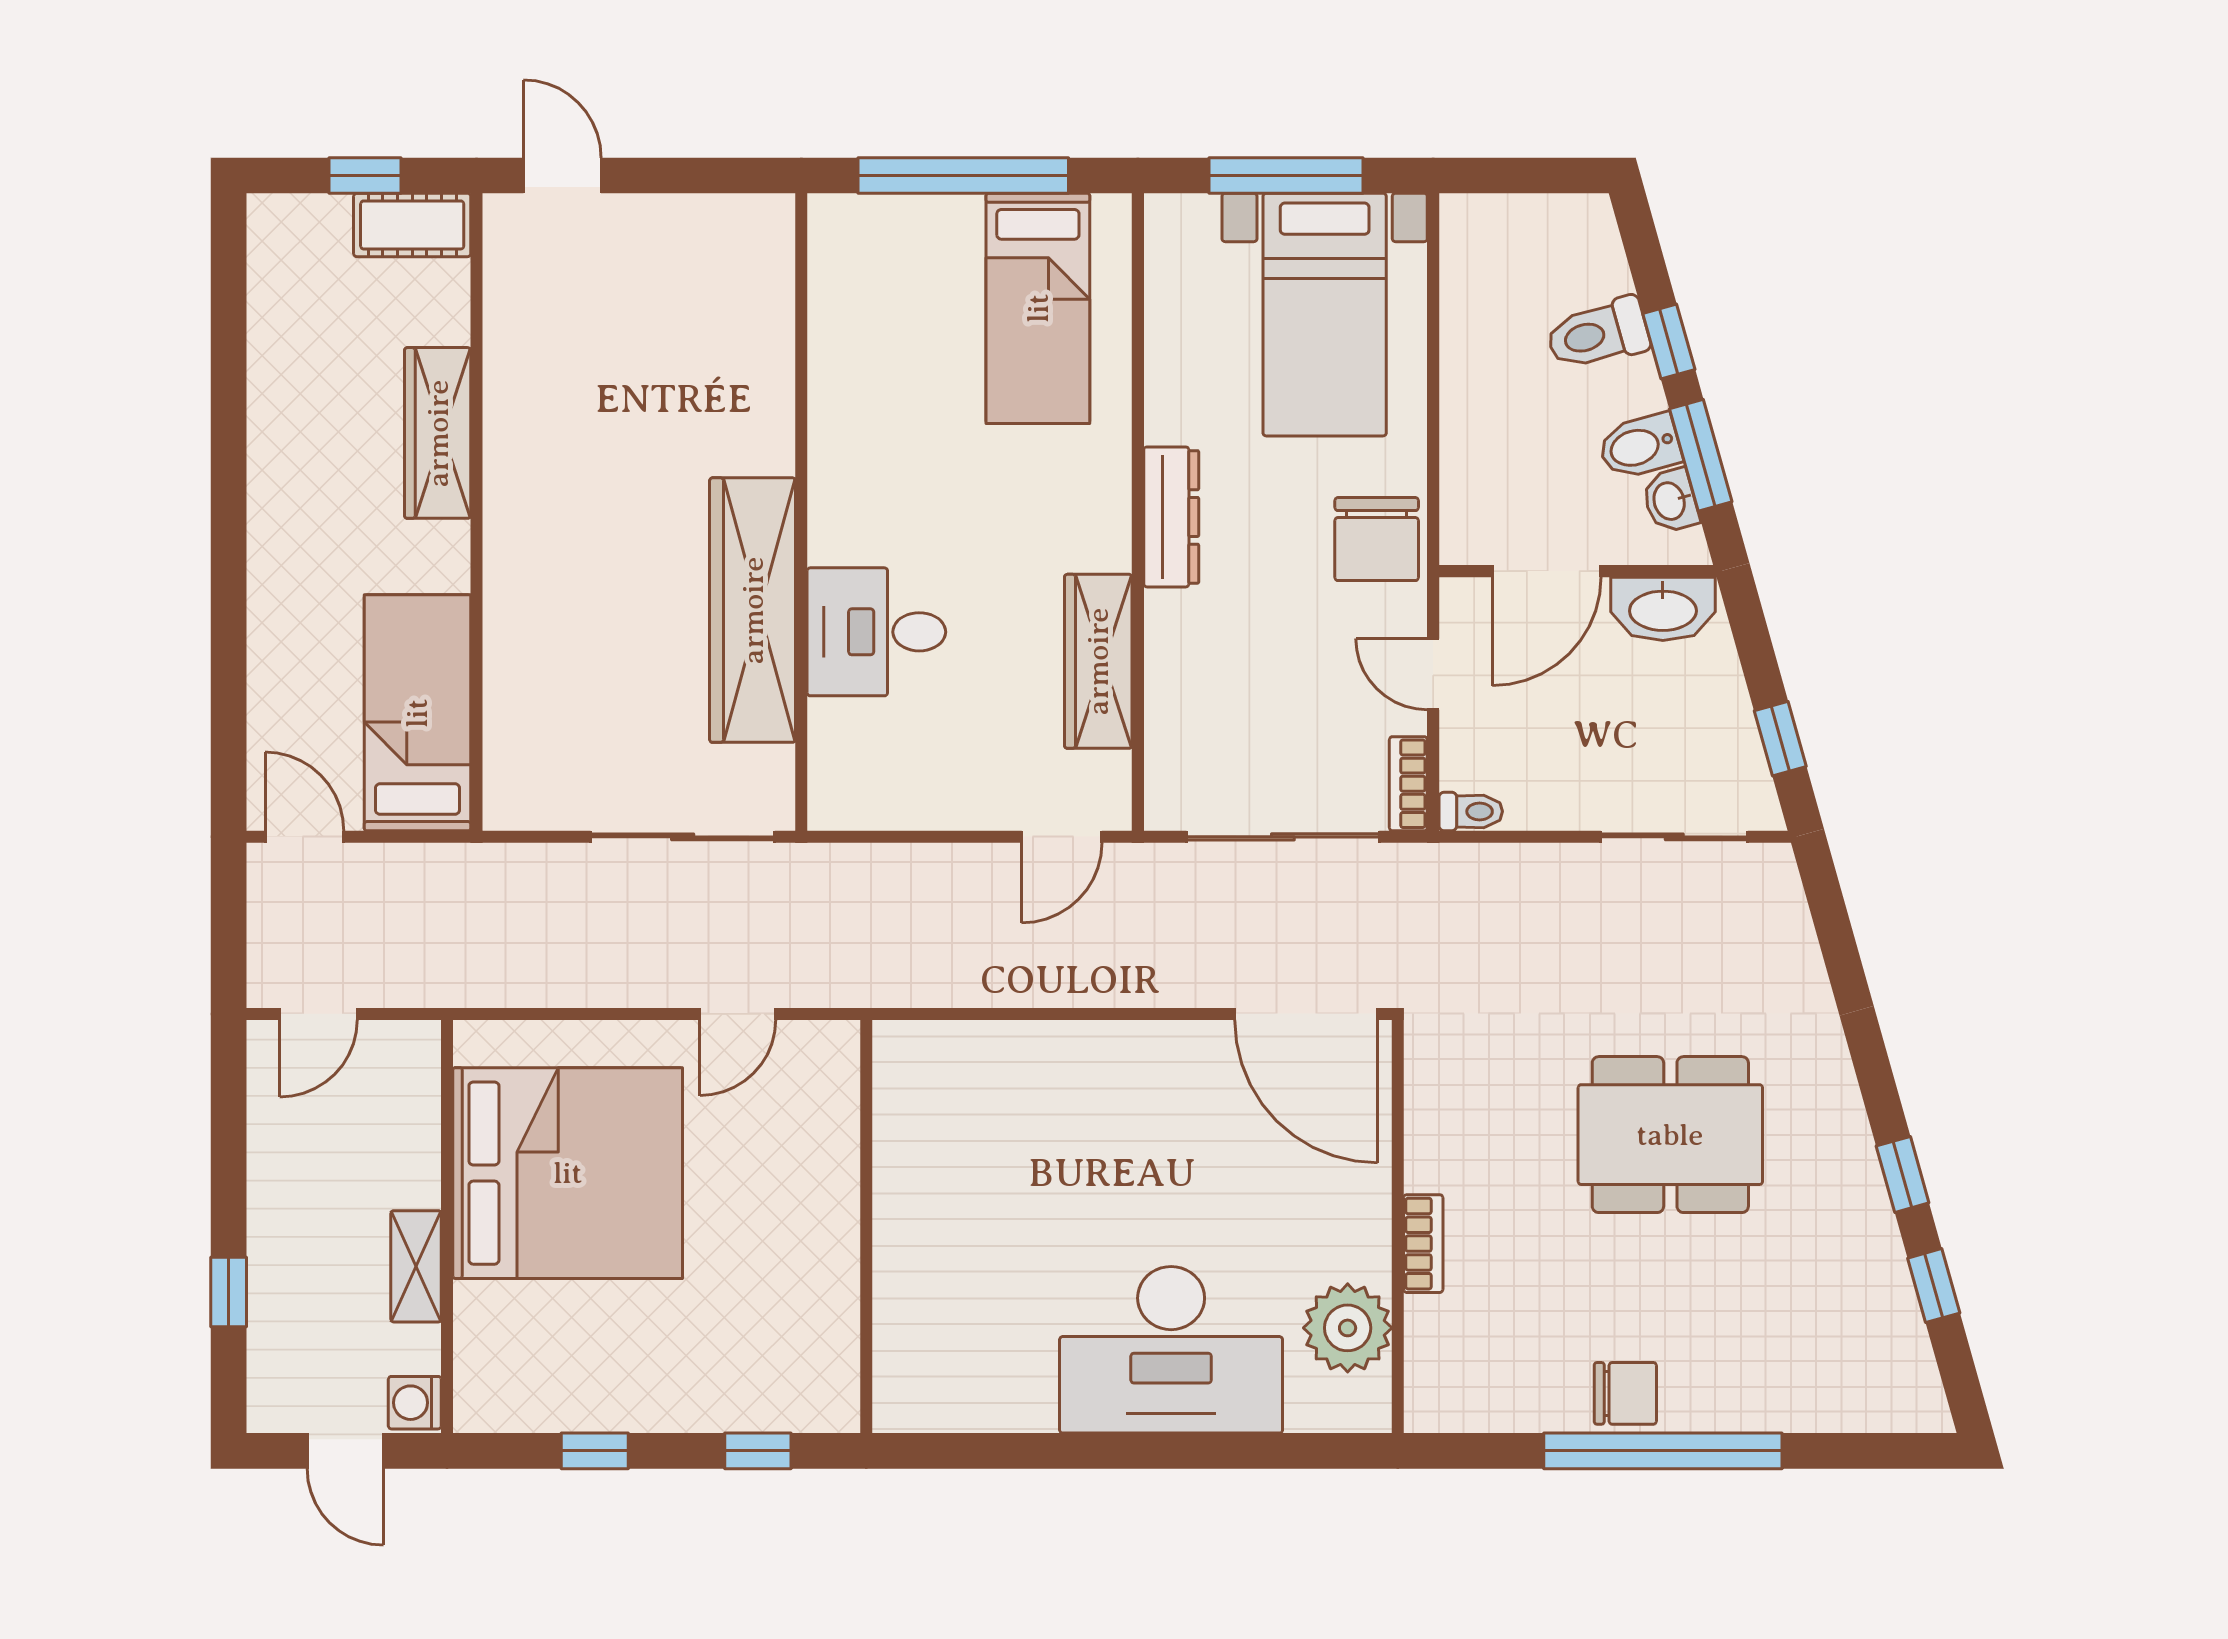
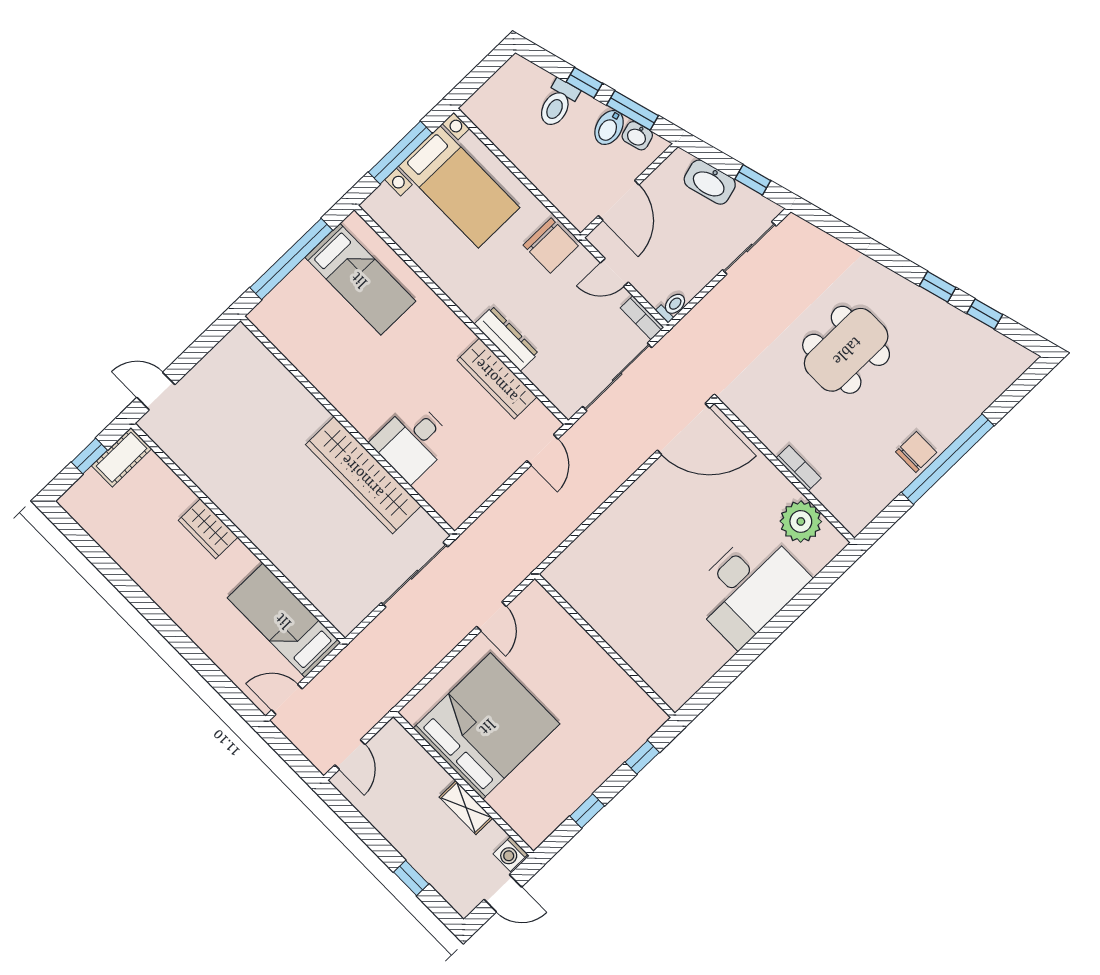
wardrobe: (438, 433) -> (208, 529), width x0.67
dresser: (1171, 517) -> (506, 339), moved
washbasin: (1663, 609) -> (710, 182), moved, turned 74

